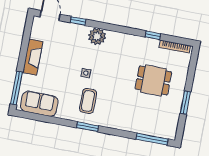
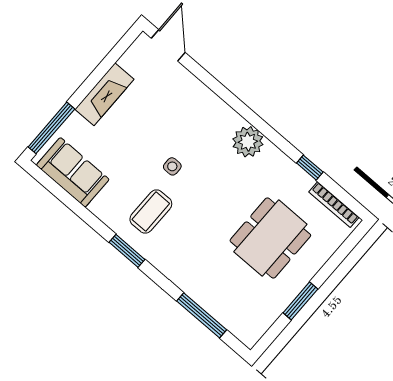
window: (78, 21) -> (207, 79), removed
plant: (97, 36) -> (248, 142), moved
dining table: (153, 80) -> (270, 238), width x1.38
window: (152, 139) -> (202, 315), moved

